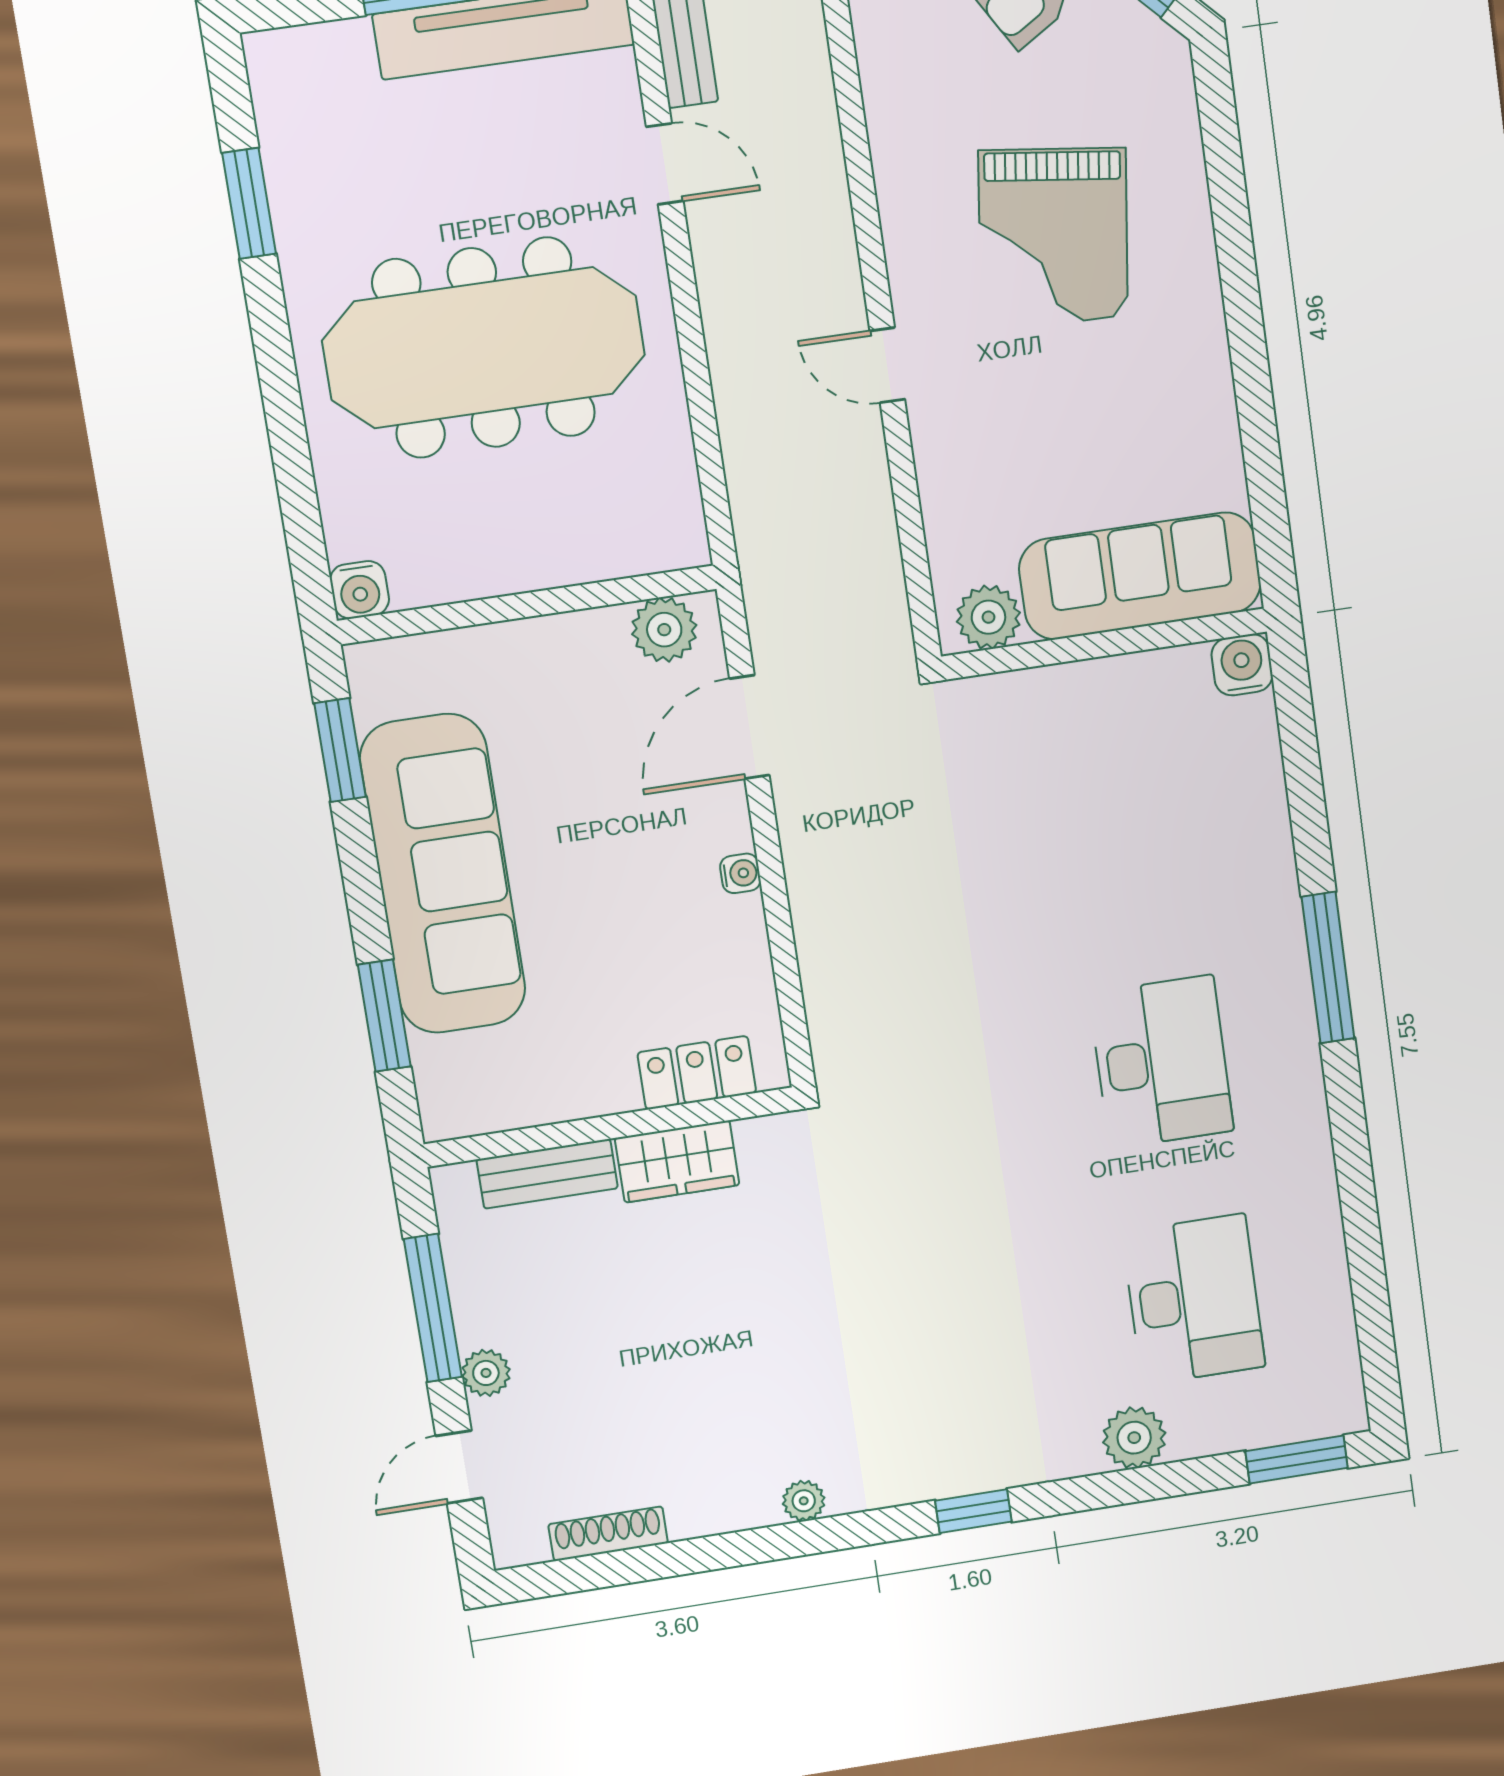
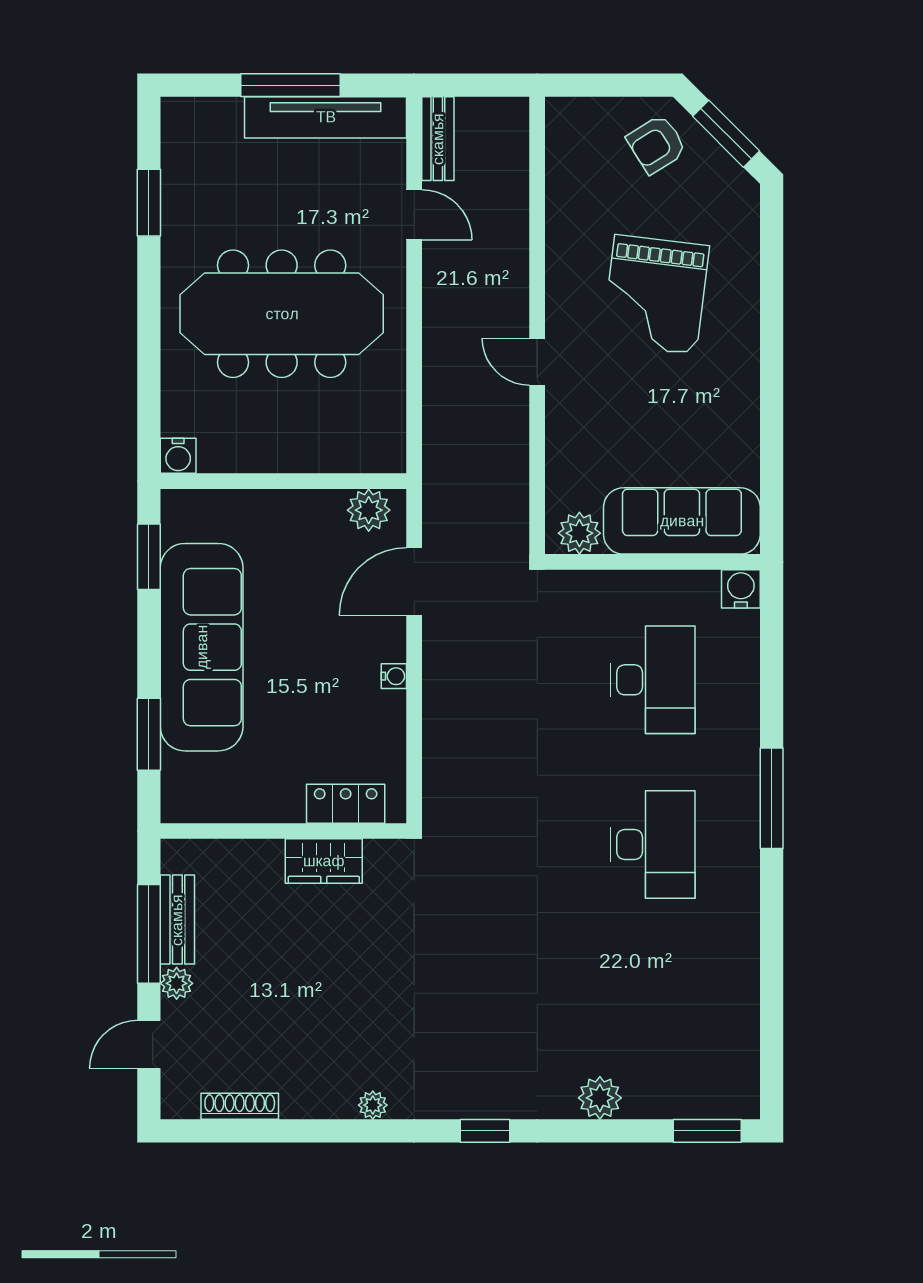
bench: (547, 1174) -> (177, 920), moved, turned 90
desk: (1194, 1299) -> (652, 680), moved

